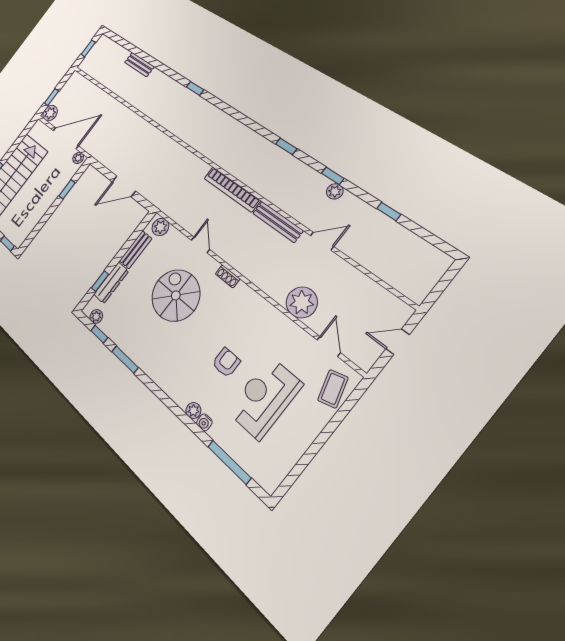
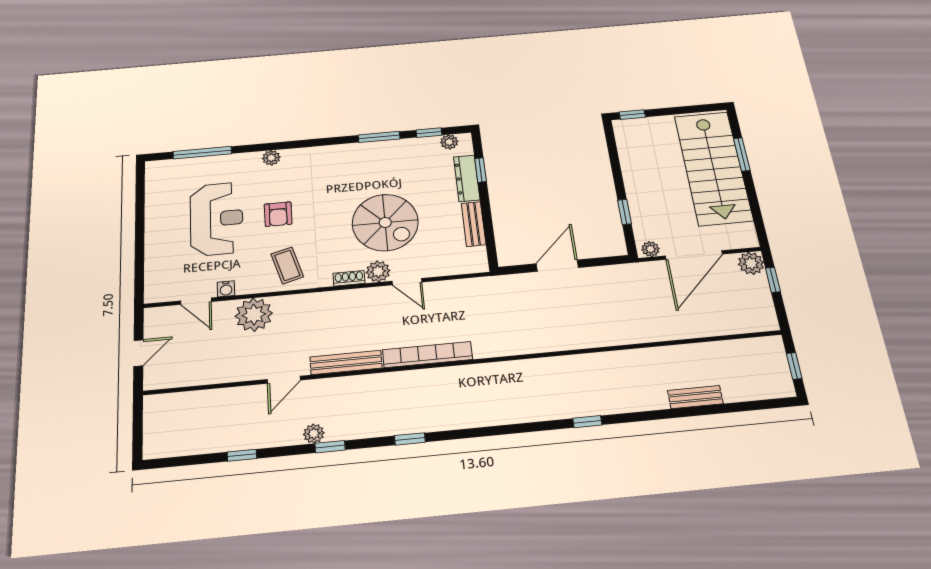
plant: (160, 227) -> (378, 271), moved
coffee table: (333, 389) -> (287, 265), moved
water cooler: (204, 422) -> (226, 289), moved, turned 180

